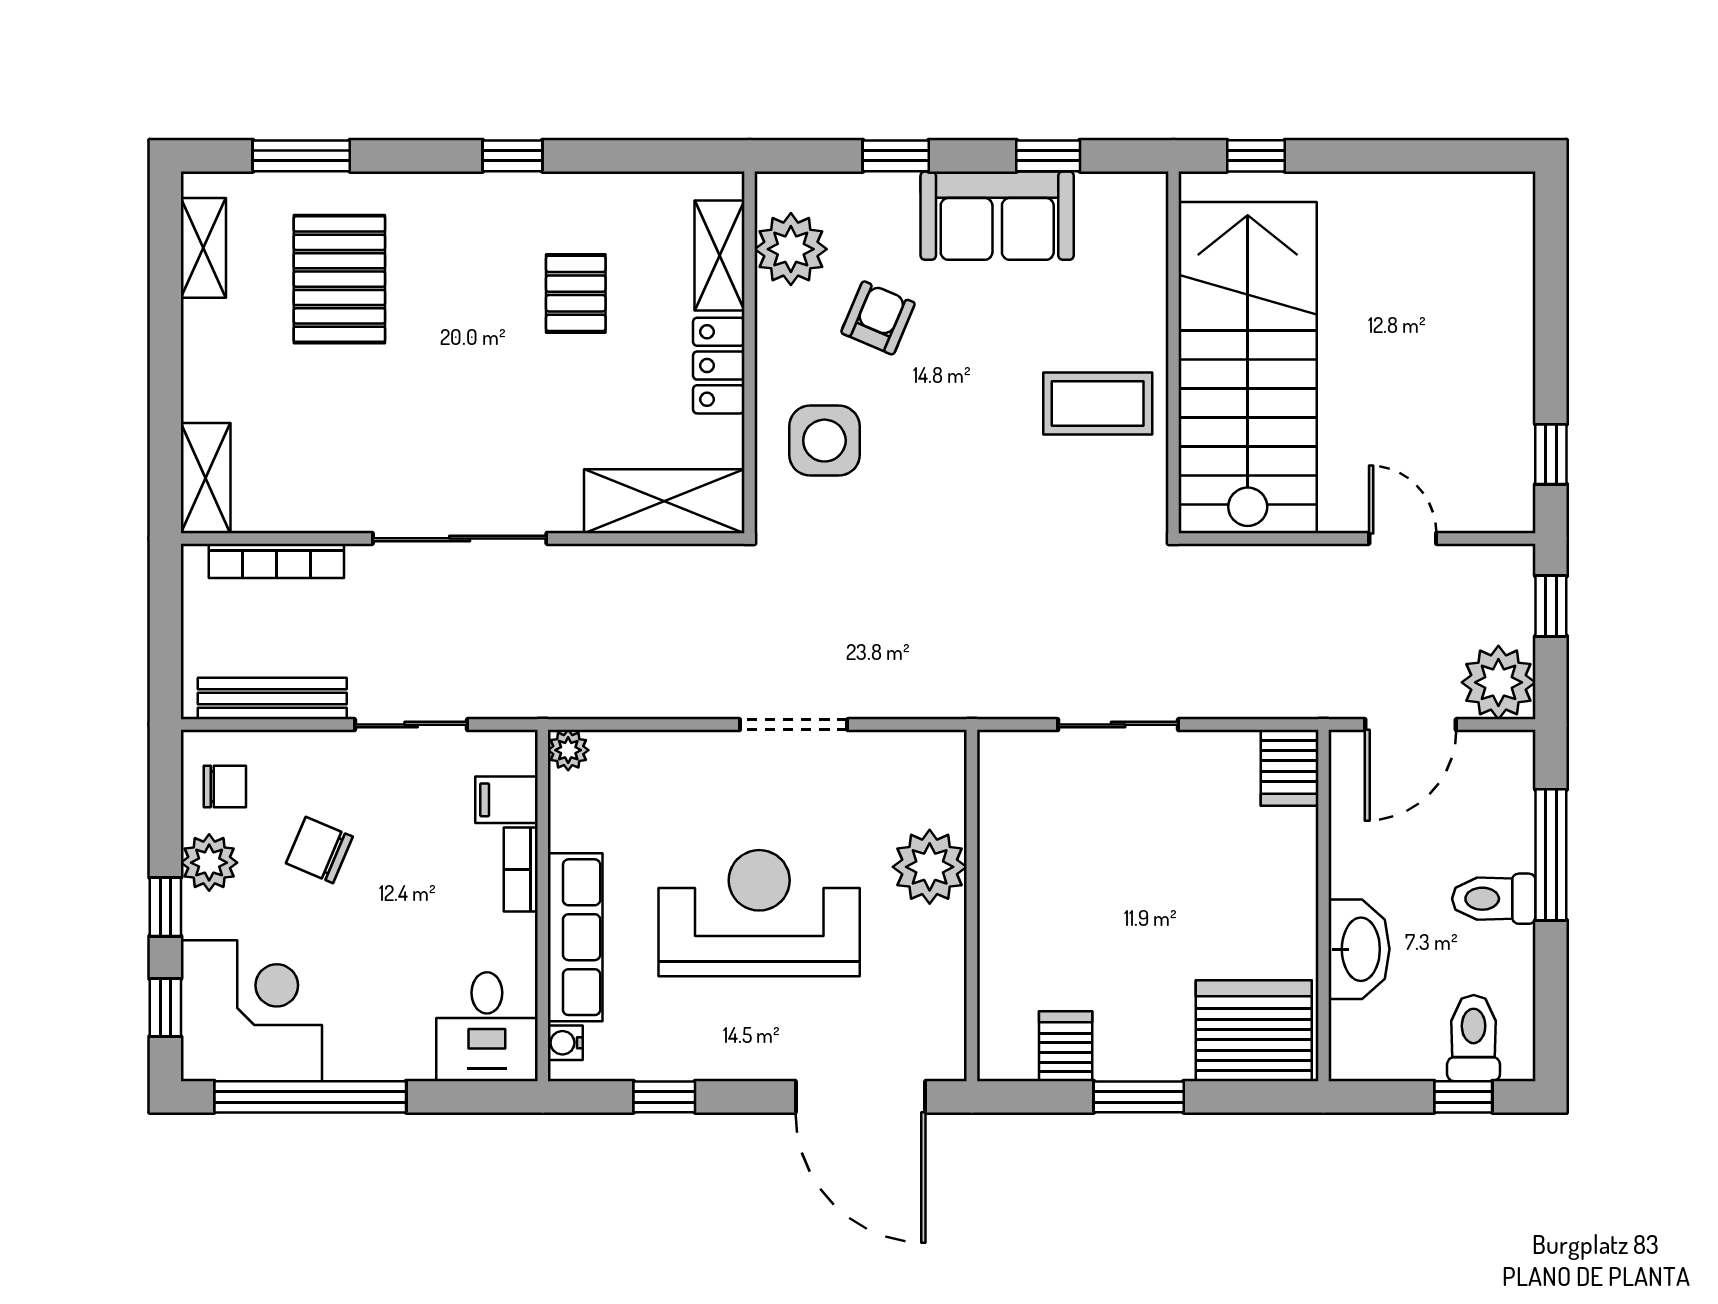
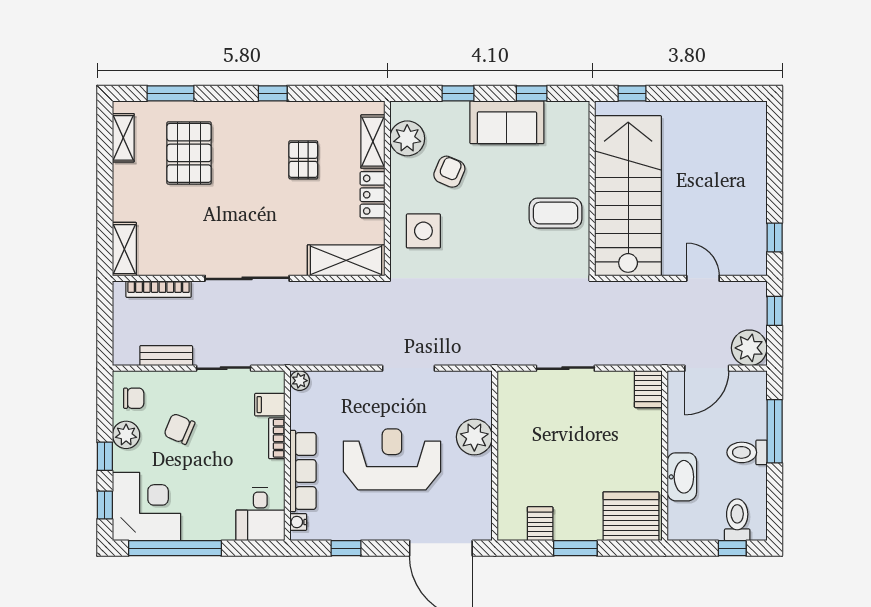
bench: (272, 699) -> (166, 356), width x0.73

